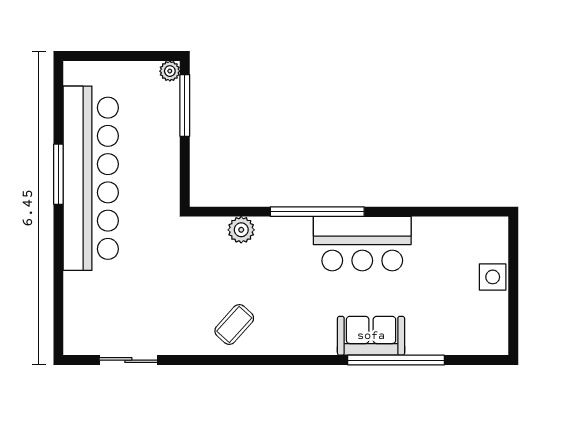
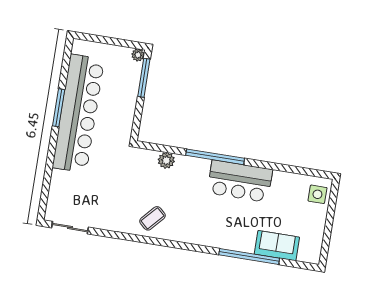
side table: (493, 277) -> (317, 194), moved
sofa: (371, 336) -> (277, 246), moved
sliding door: (128, 360) -> (70, 228), moved

